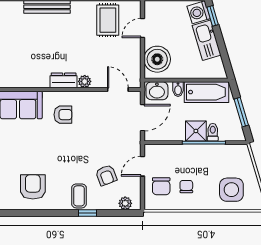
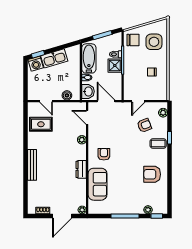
boiler: (157, 59) -> (67, 95), width x0.54, depth x0.54
dresser: (64, 80) -> (81, 169), moved
door: (118, 89) -> (87, 117), hinge flipped
door: (142, 166) -> (138, 101), hinge flipped
chair: (161, 186) -> (133, 40), moved

